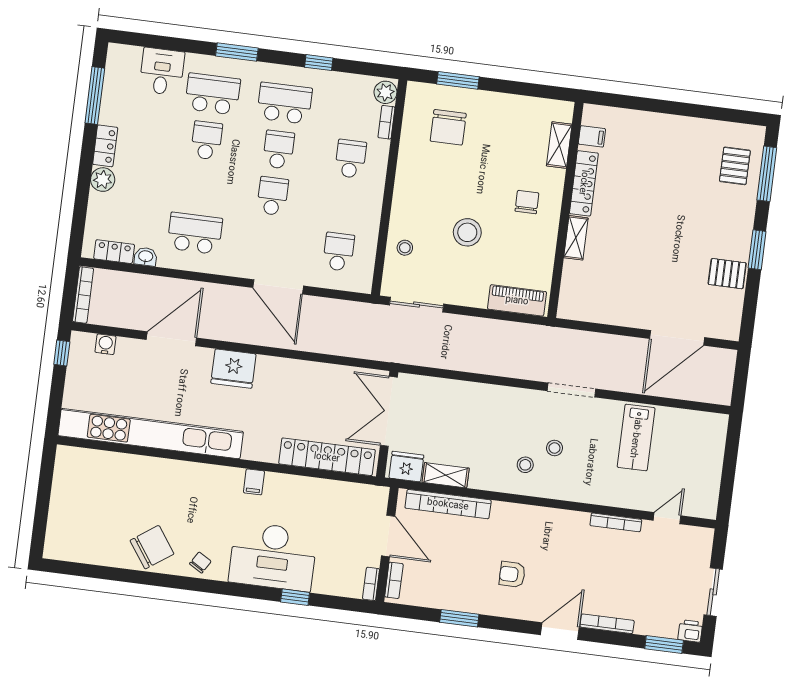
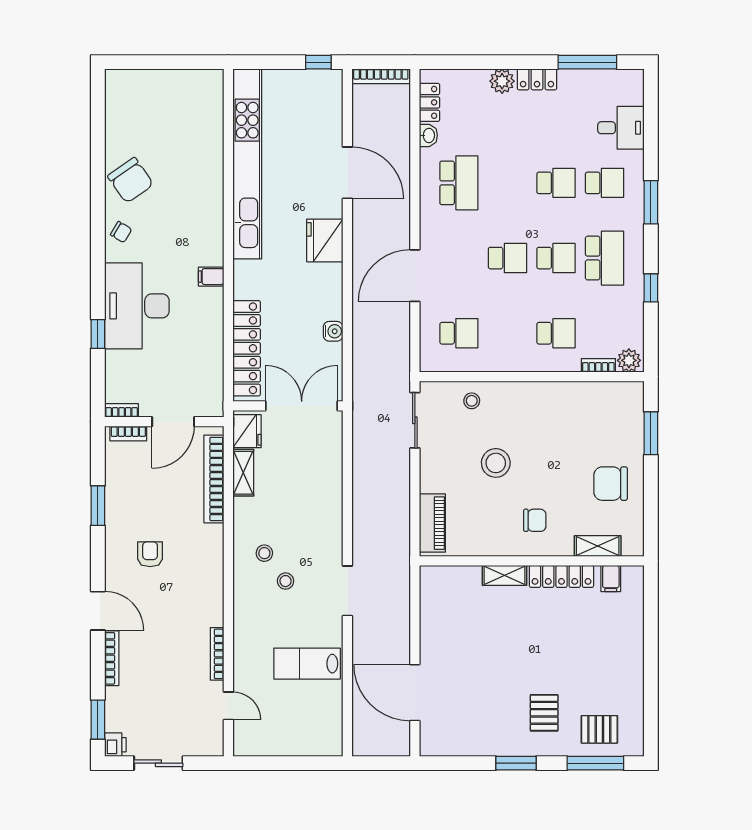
school desk: (213, 94) -> (604, 183), width x0.54
chair: (448, 127) -> (611, 484), moved
pallet: (727, 274) -> (544, 713), moved
water cooler: (105, 344) -> (333, 331), moved

